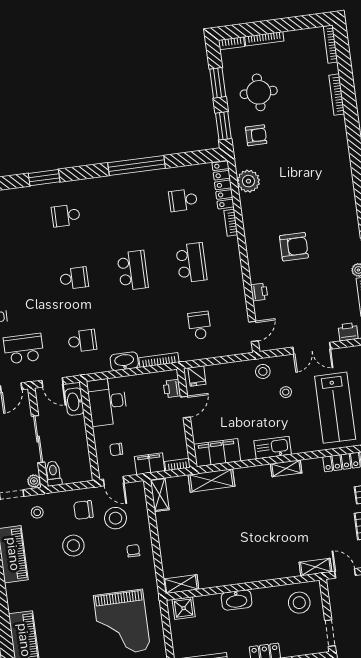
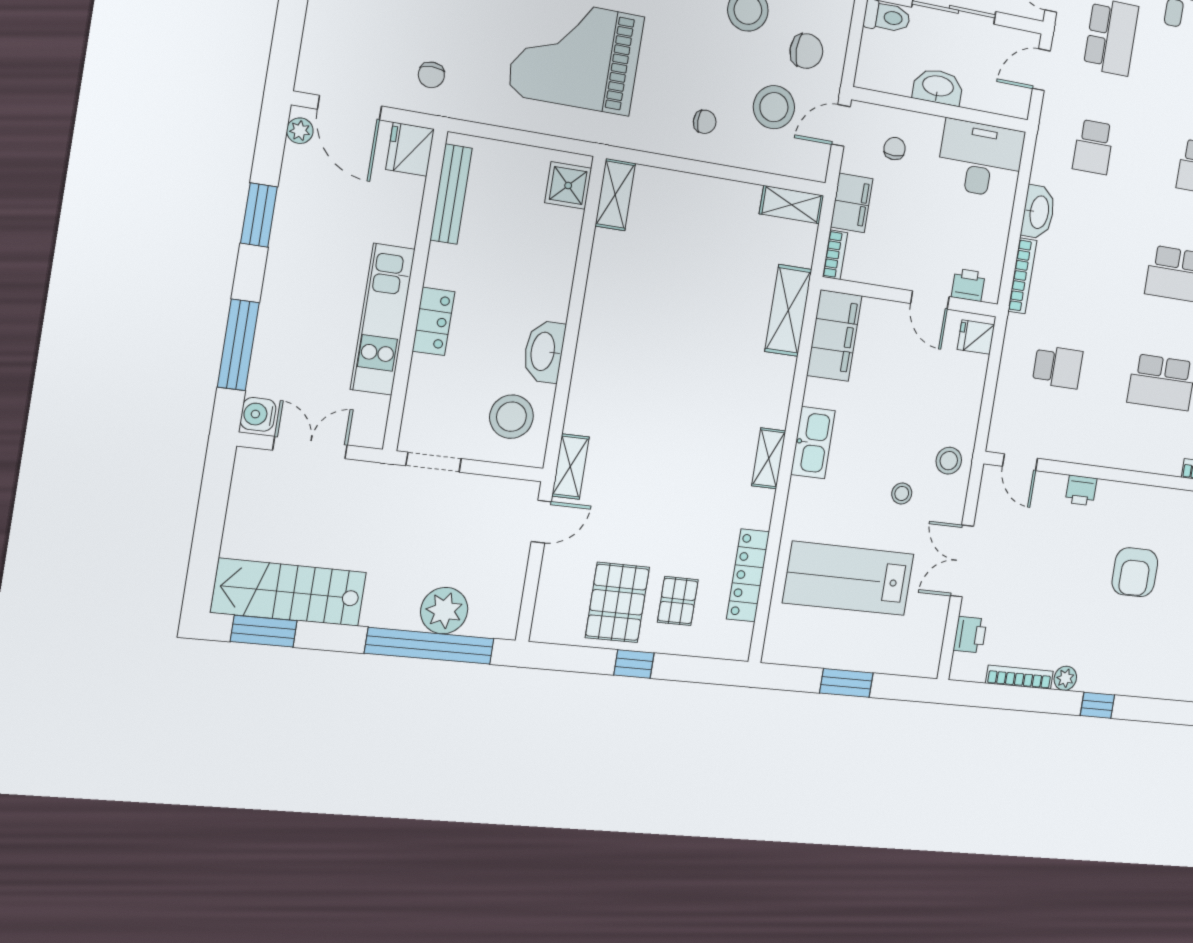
washbasin: (74, 402) -> (938, 87), moved
chair: (83, 510) -> (806, 51), turned 90
washbasin: (237, 600) -> (544, 352), moved

